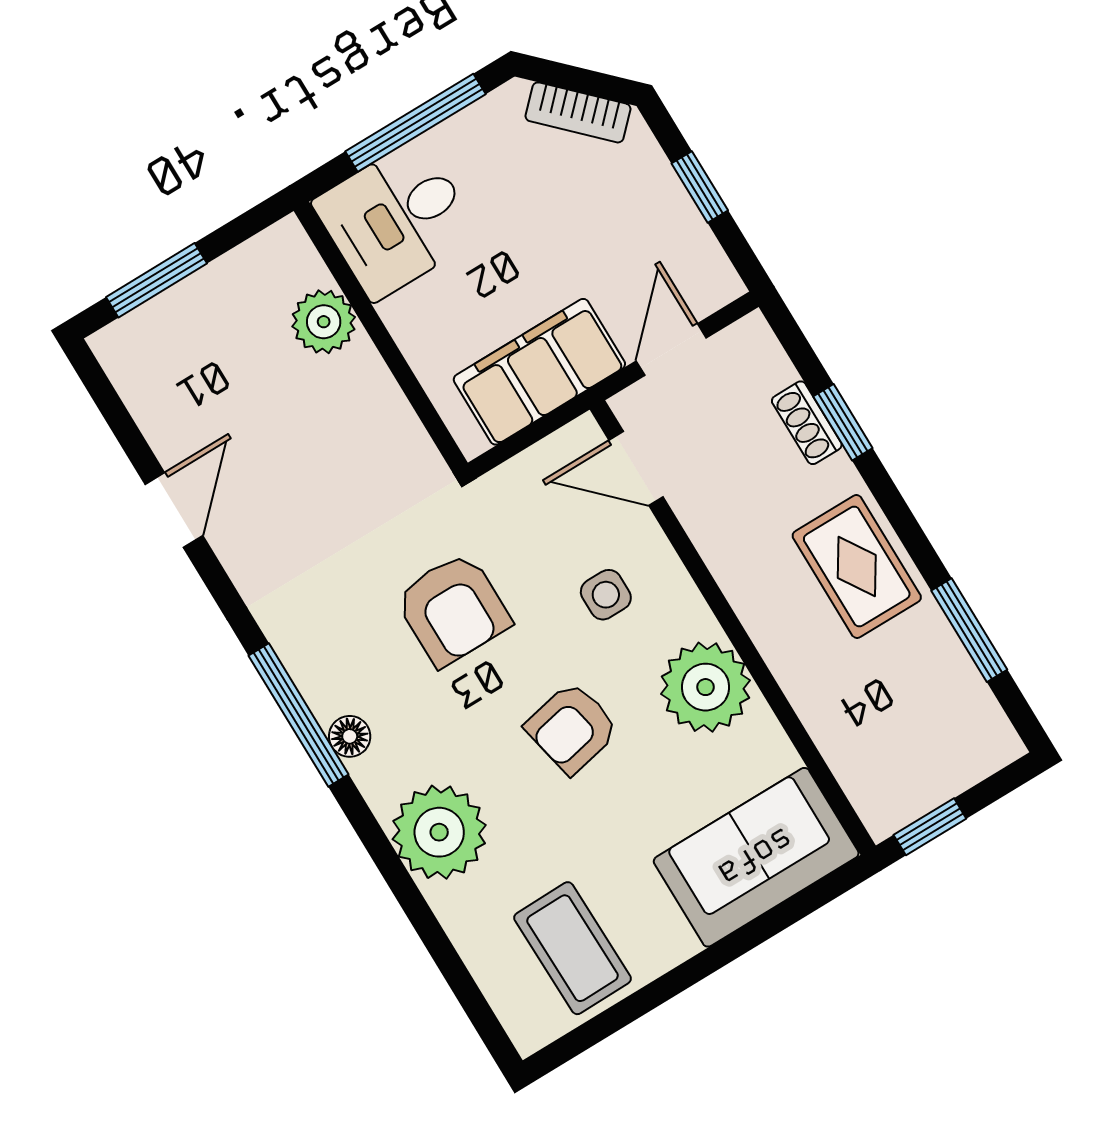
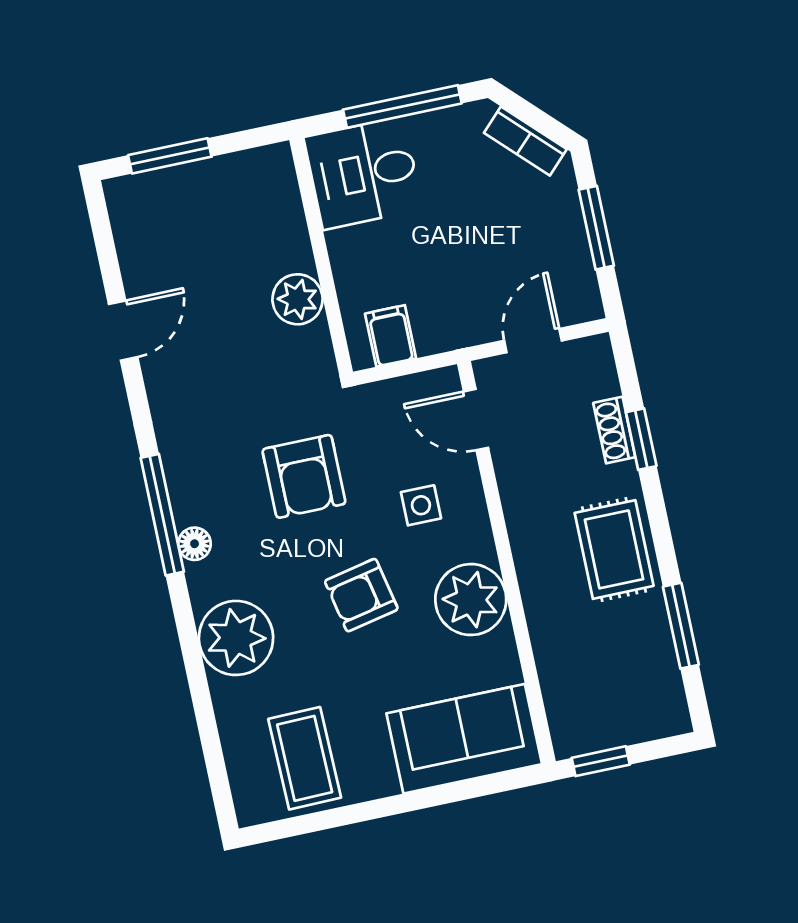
window: (700, 187) -> (596, 228), width x1.50
plant: (324, 322) -> (298, 299), moved
filing cabinet: (539, 372) -> (391, 336), width x0.33, depth x0.86

